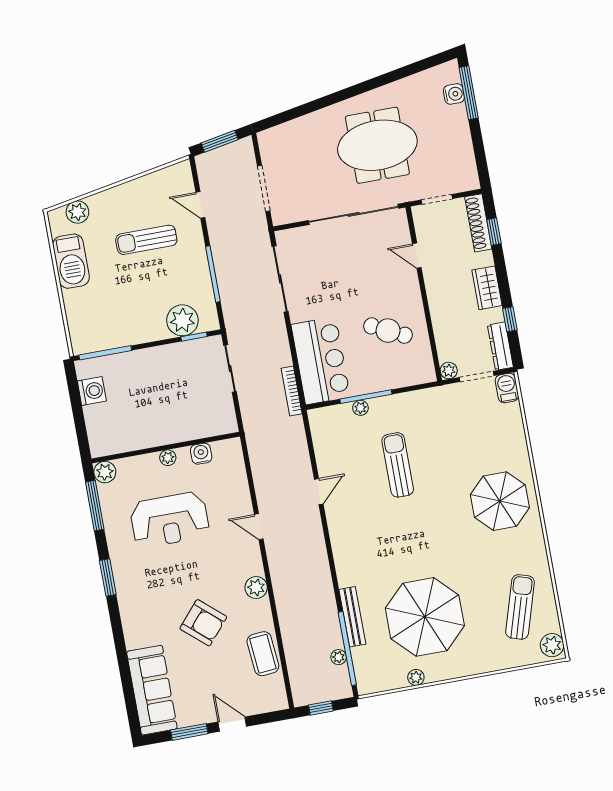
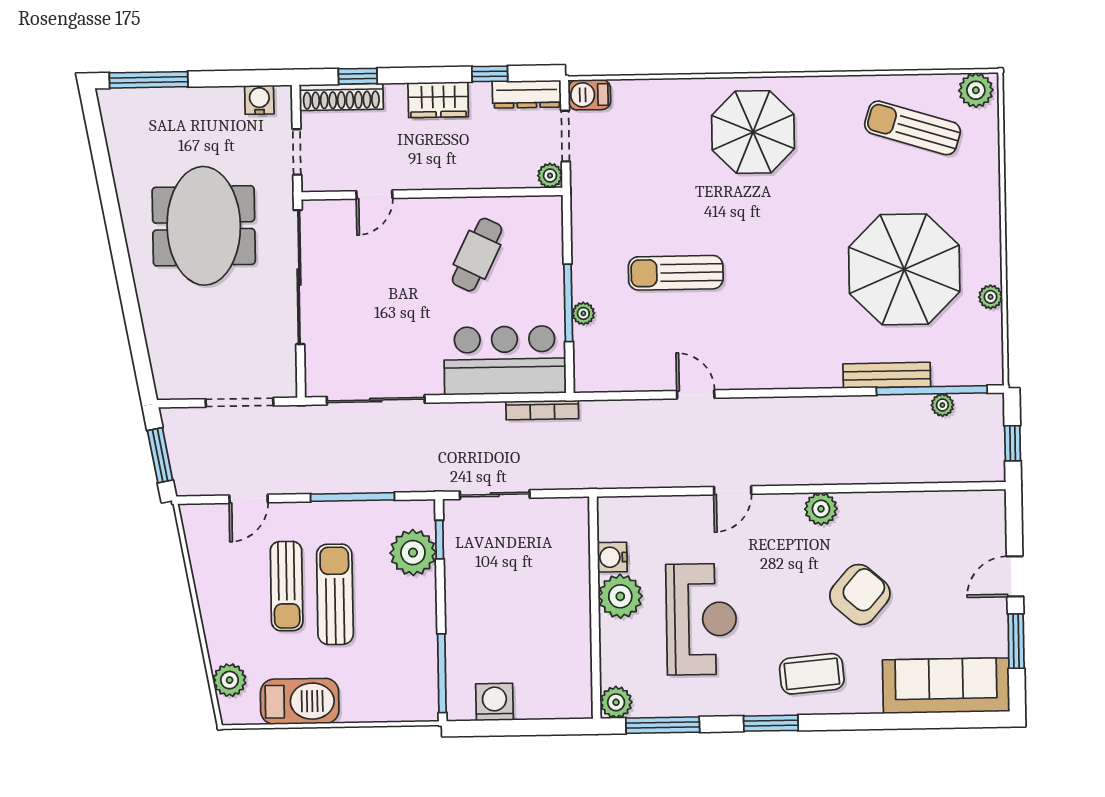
water cooler: (454, 94) -> (259, 100), moved
sun lounger: (146, 273) -> (335, 594), added
plant: (168, 458) -> (620, 596), width x1.87, depth x1.87
coffee table: (263, 654) -> (812, 674), moved

